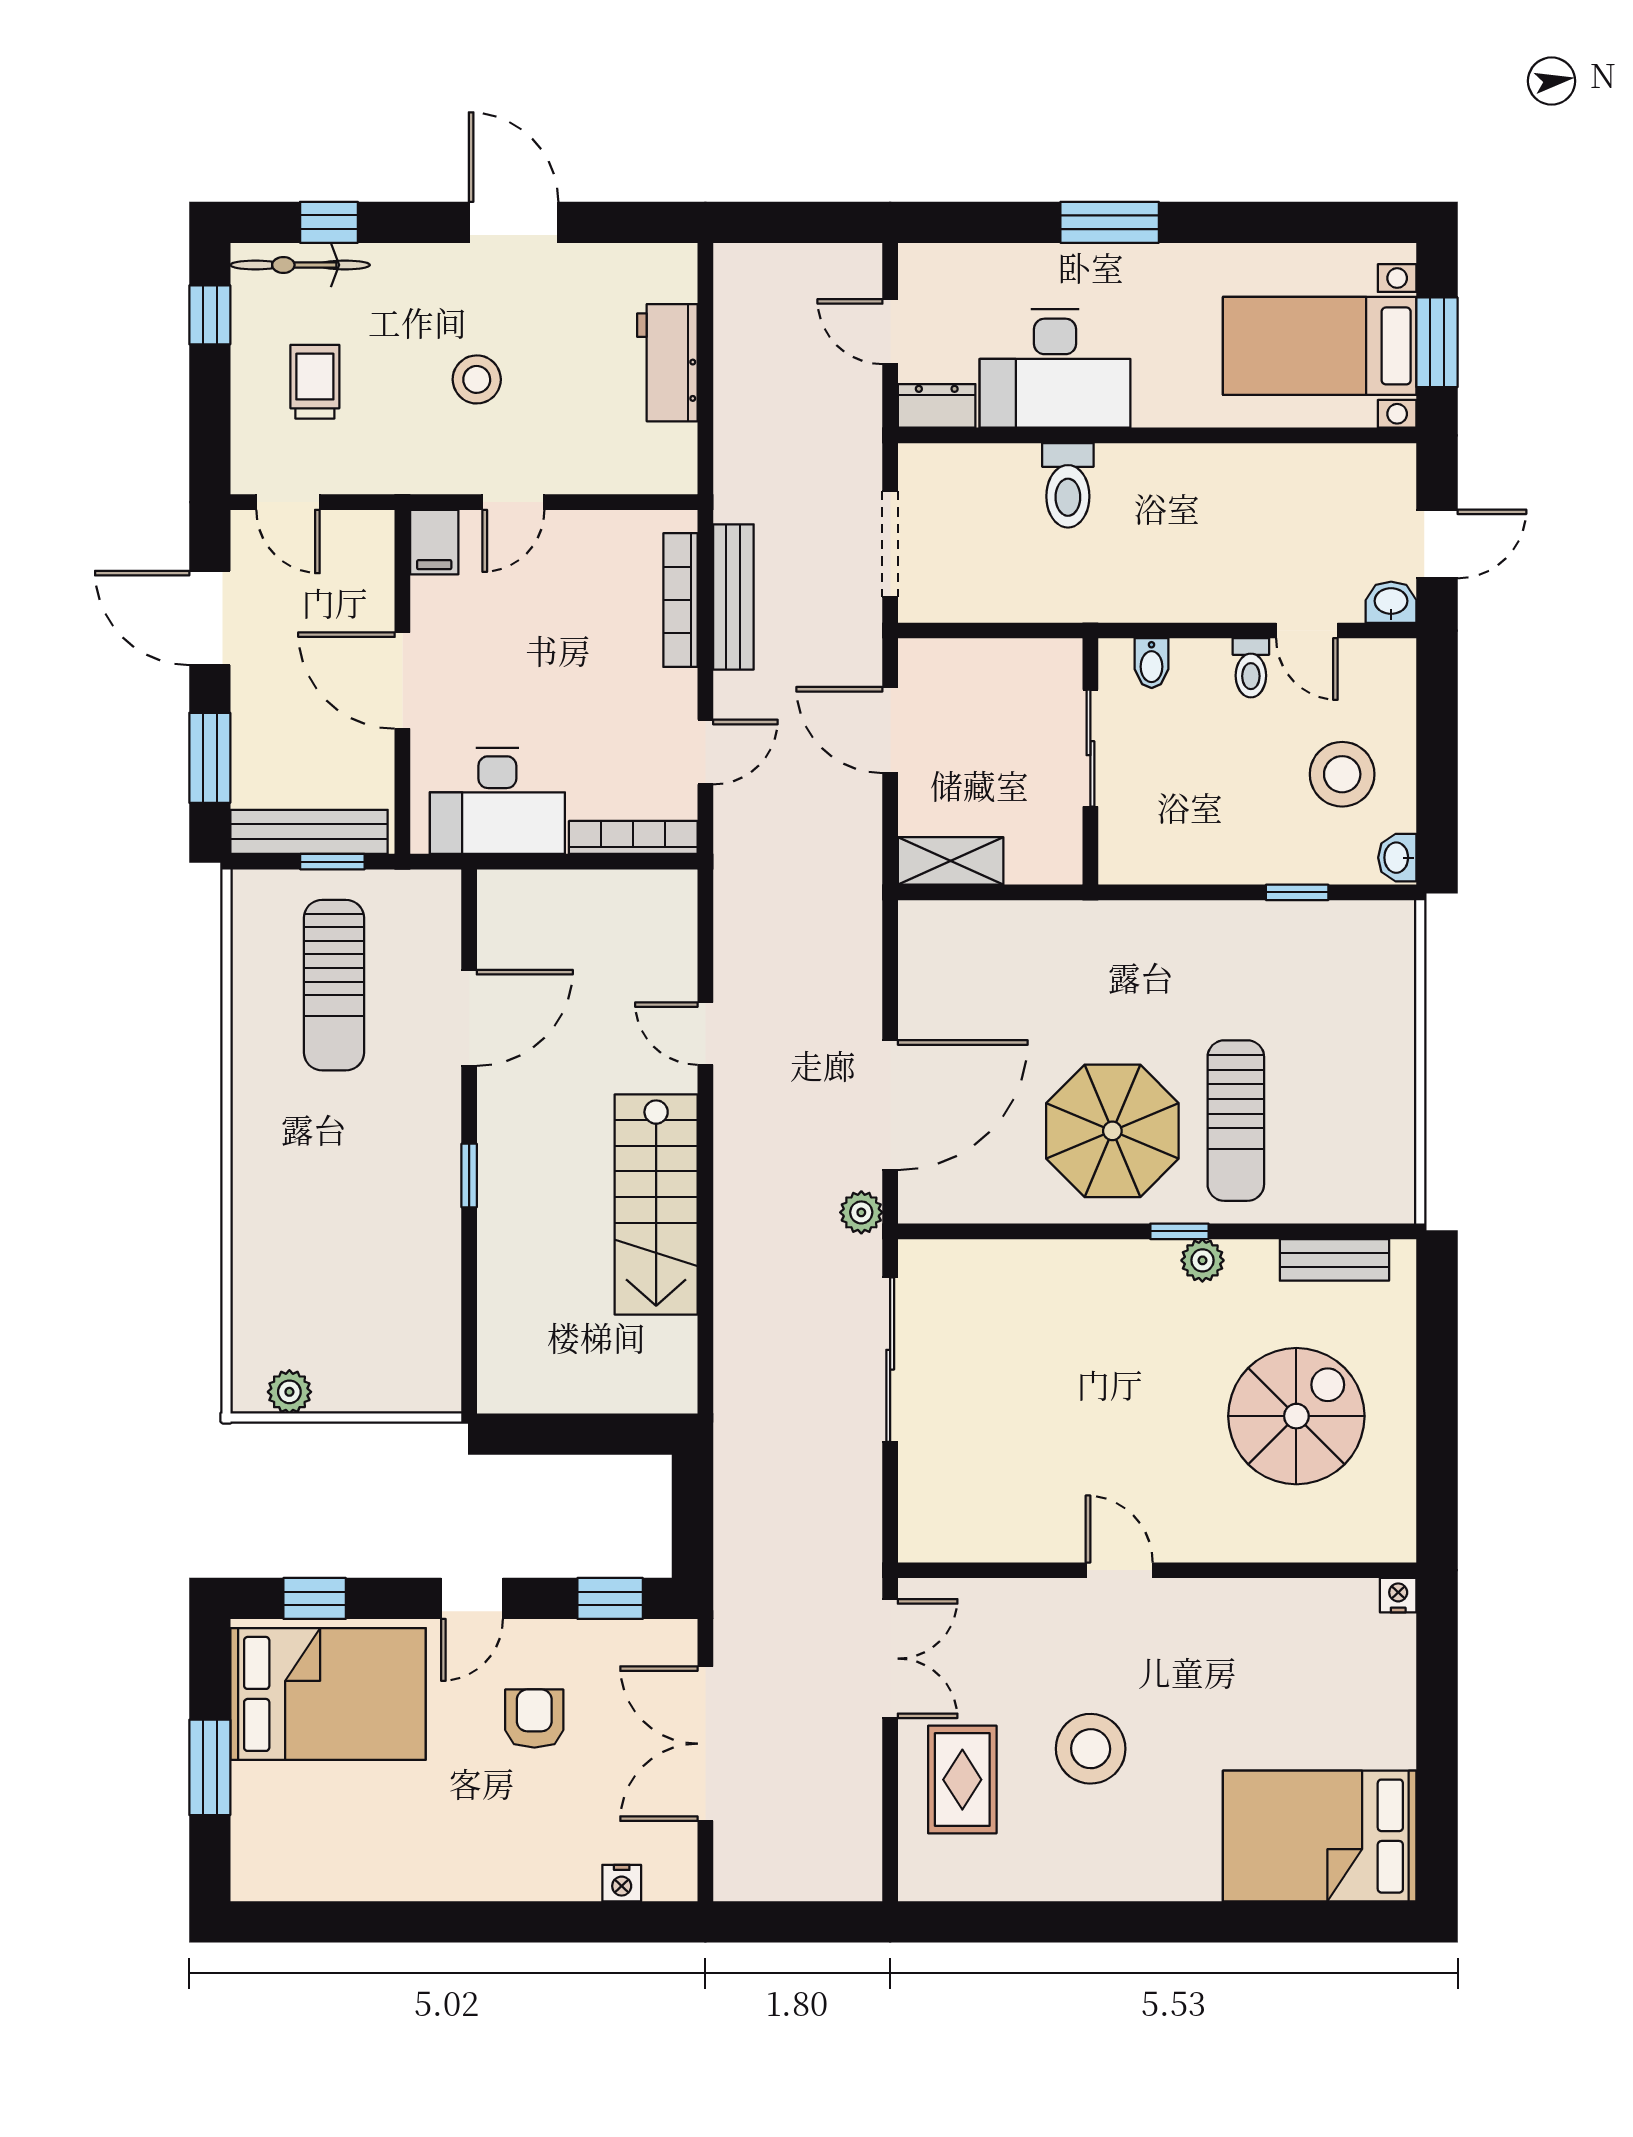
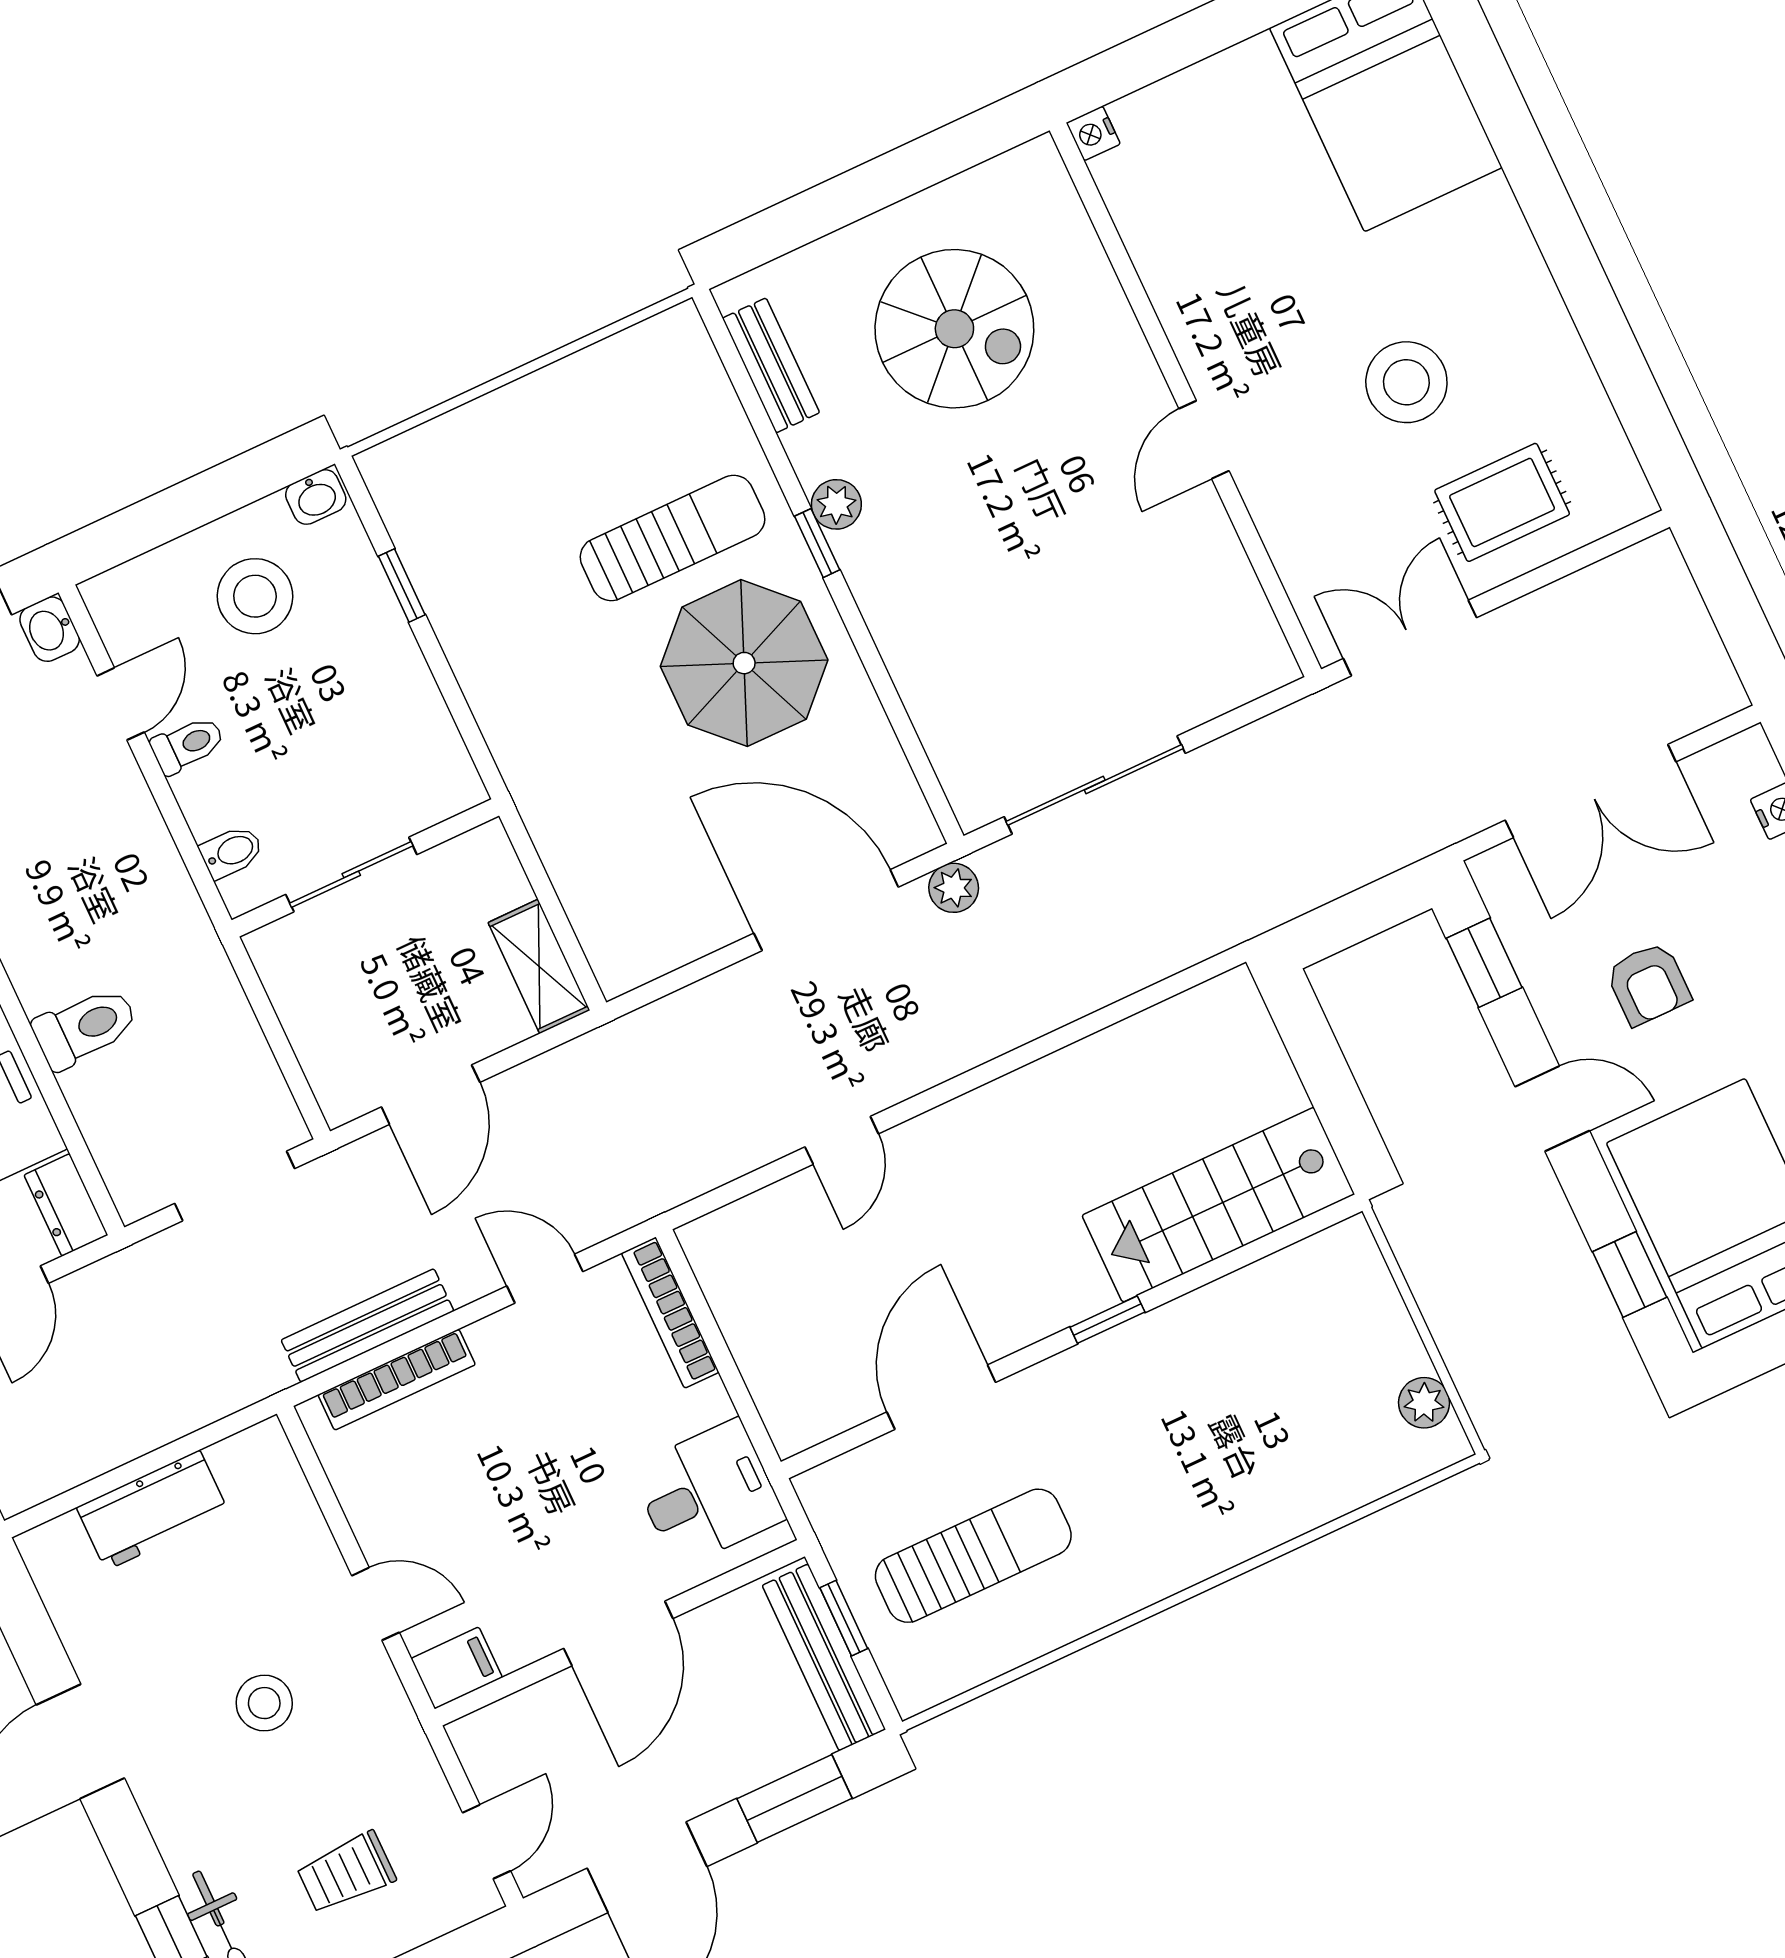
desk: (497, 801) -> (708, 1493), width x0.73
door: (469, 1018) -> (941, 1397), hinge flipped
stairs: (656, 1204) -> (1218, 1205), moved, turned 180
spiral stairs: (1296, 1416) -> (954, 329), turned 180
armchair: (534, 1719) -> (1648, 984), turned -90

